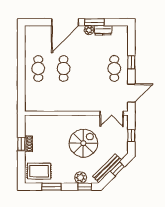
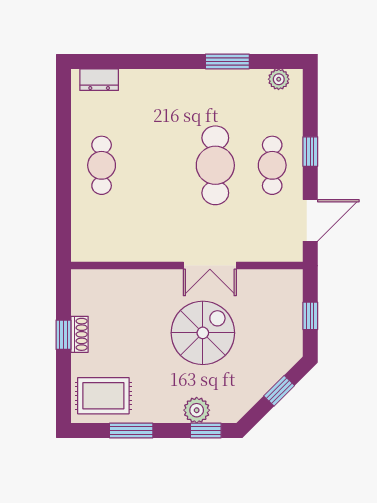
door: (65, 22) -> (162, 61), removed
plant: (89, 30) -> (279, 79), moved
dresser: (103, 30) -> (99, 80), moved
cafe table: (64, 68) -> (215, 165), moved, width x1.37, depth x1.35
double door: (112, 113) -> (210, 266), moved
bench: (107, 168) -> (256, 389), removed

